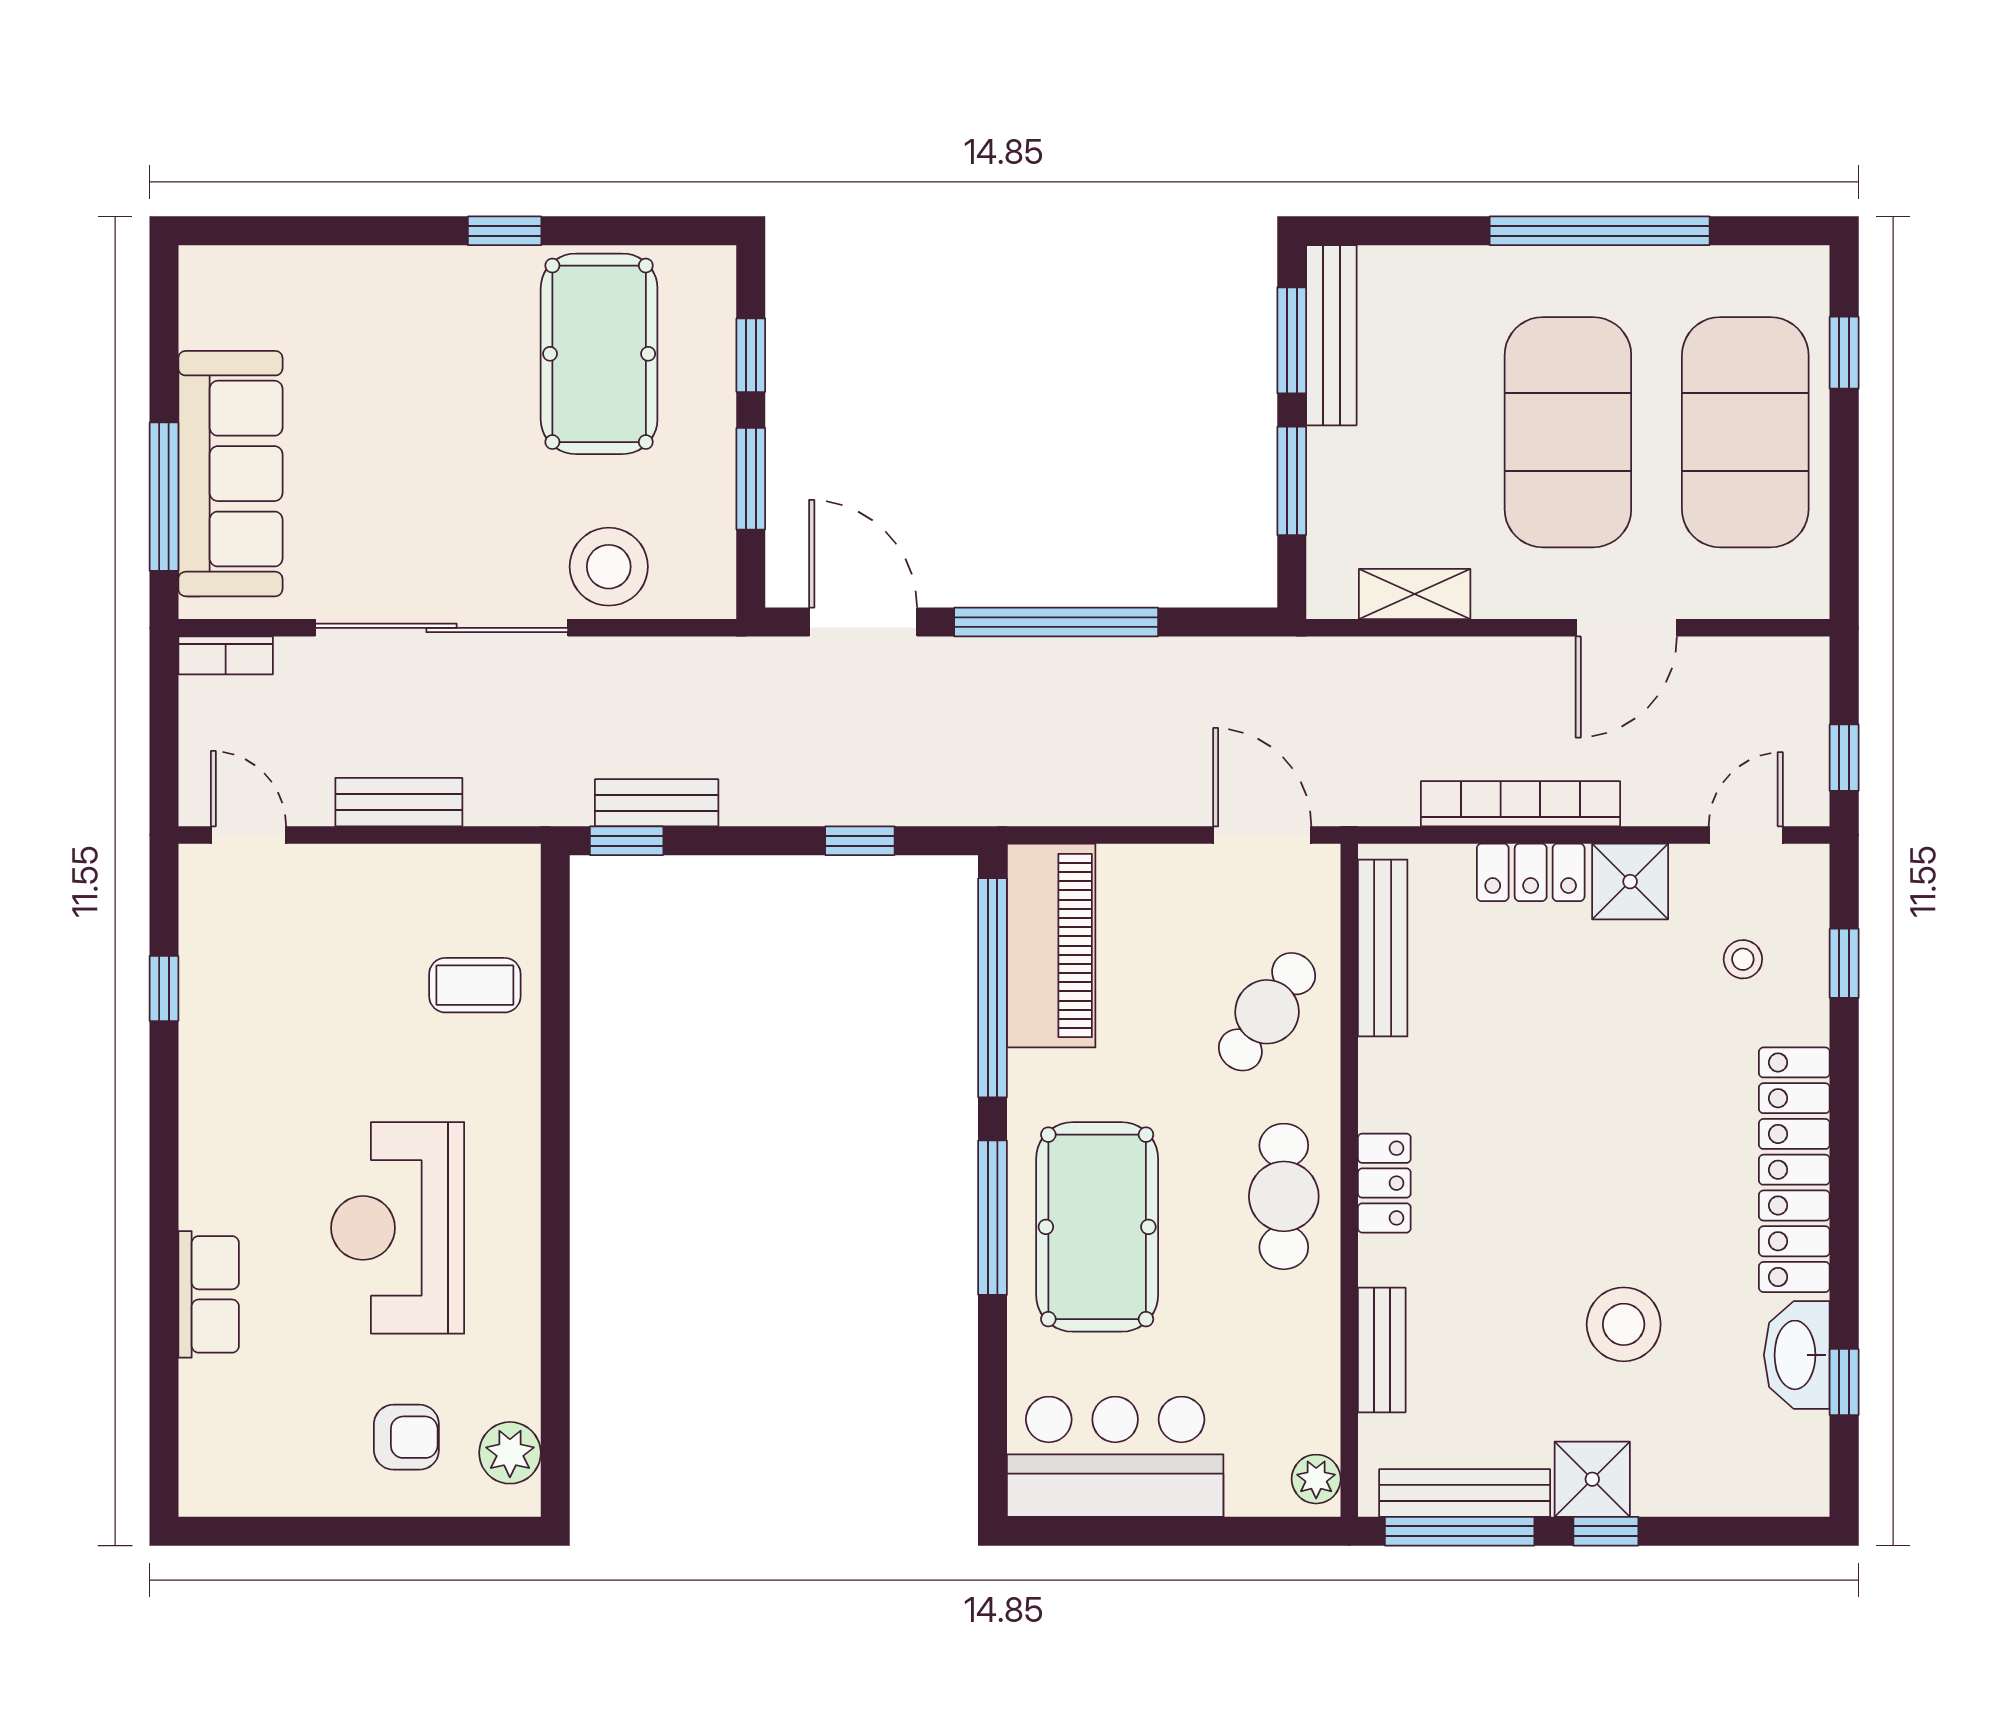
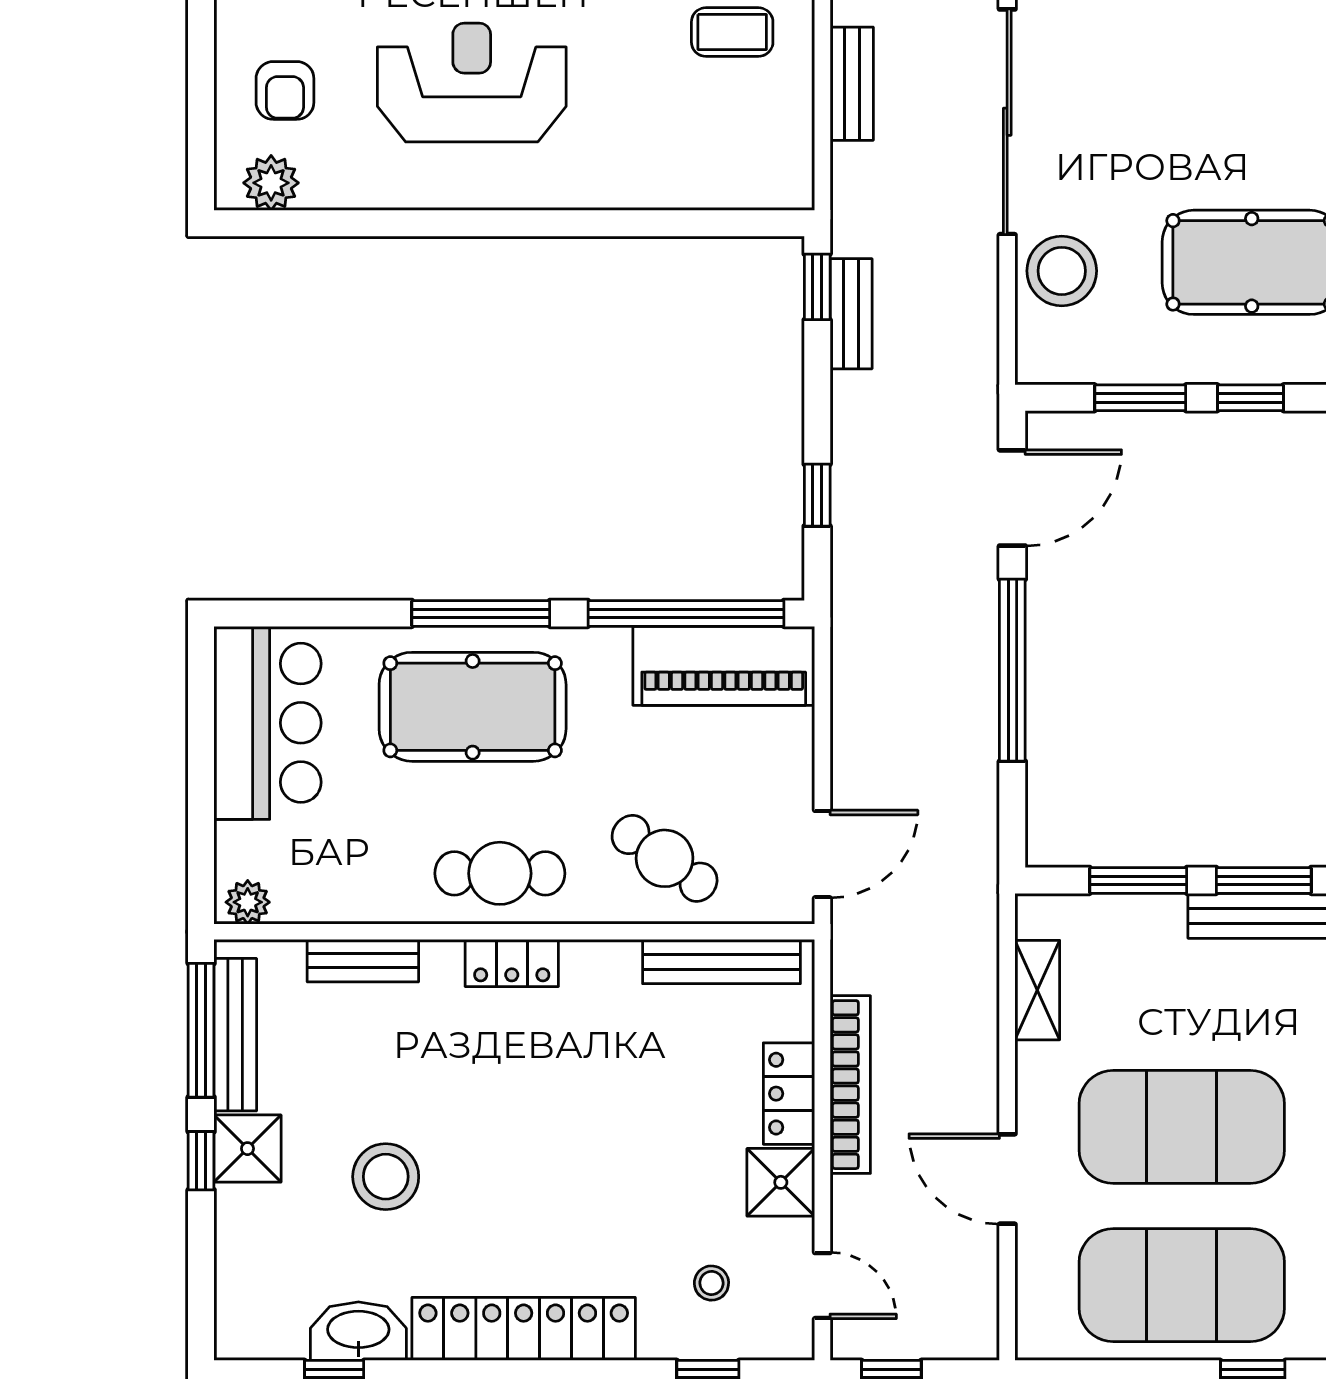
coffee table: (475, 985) -> (732, 32), moved, turned 90

